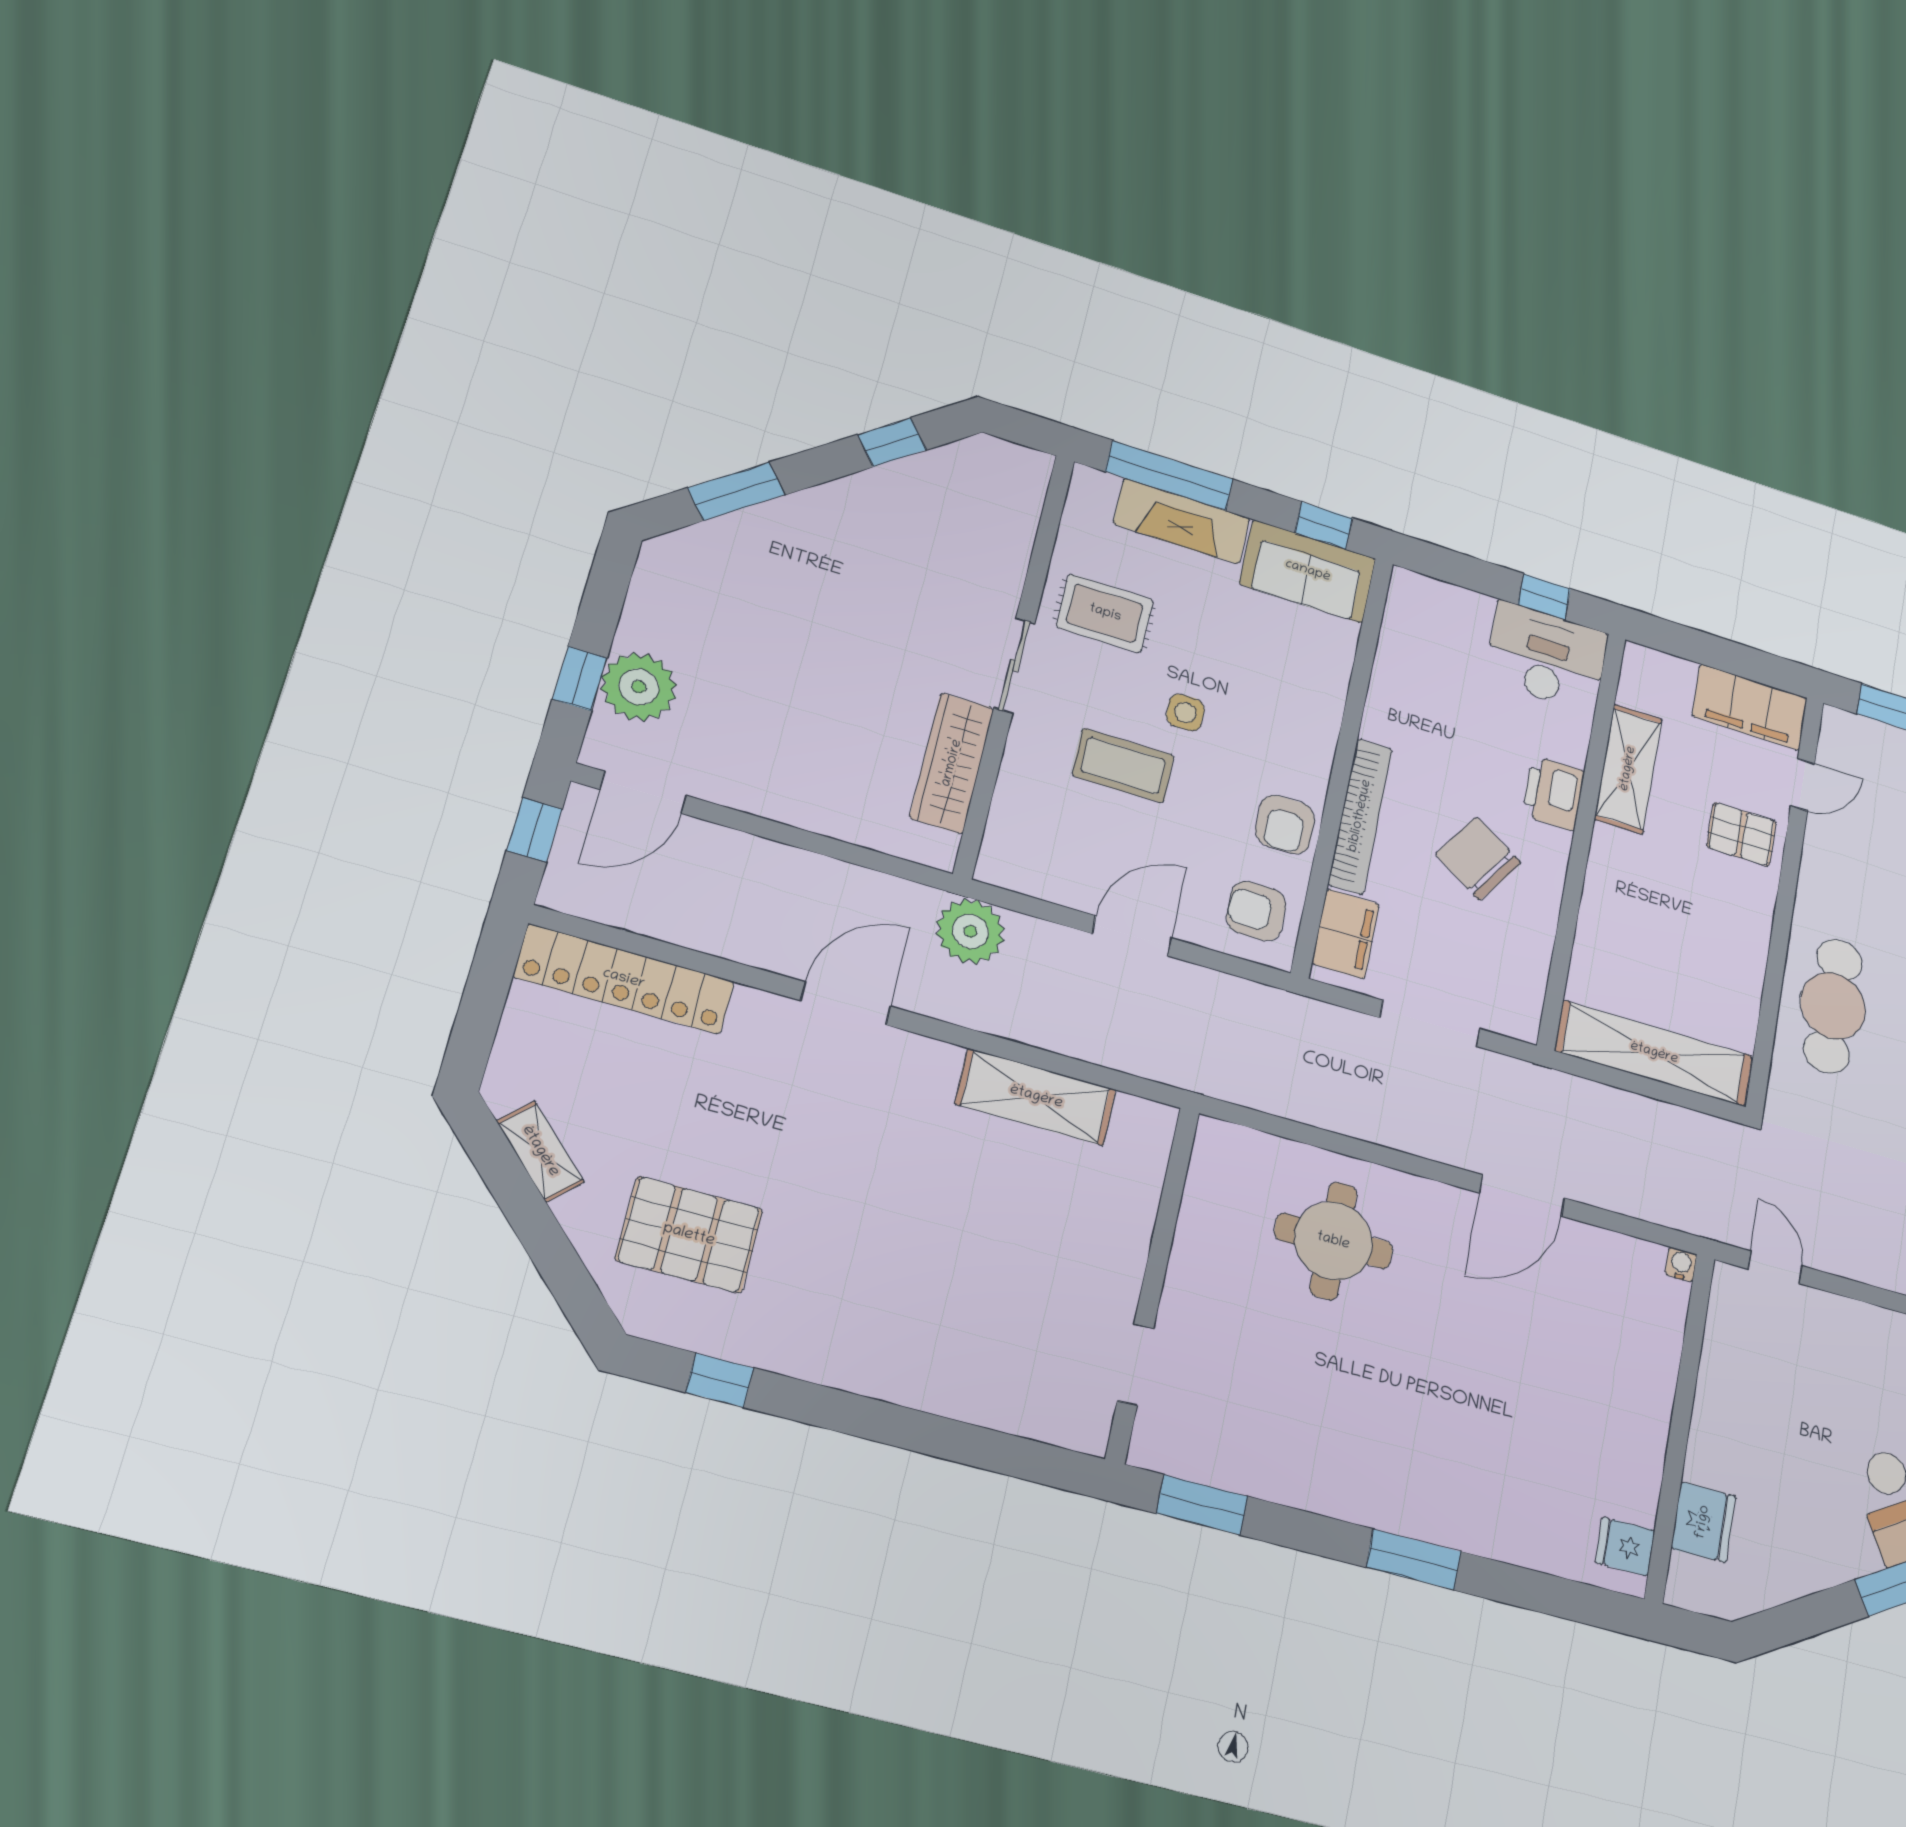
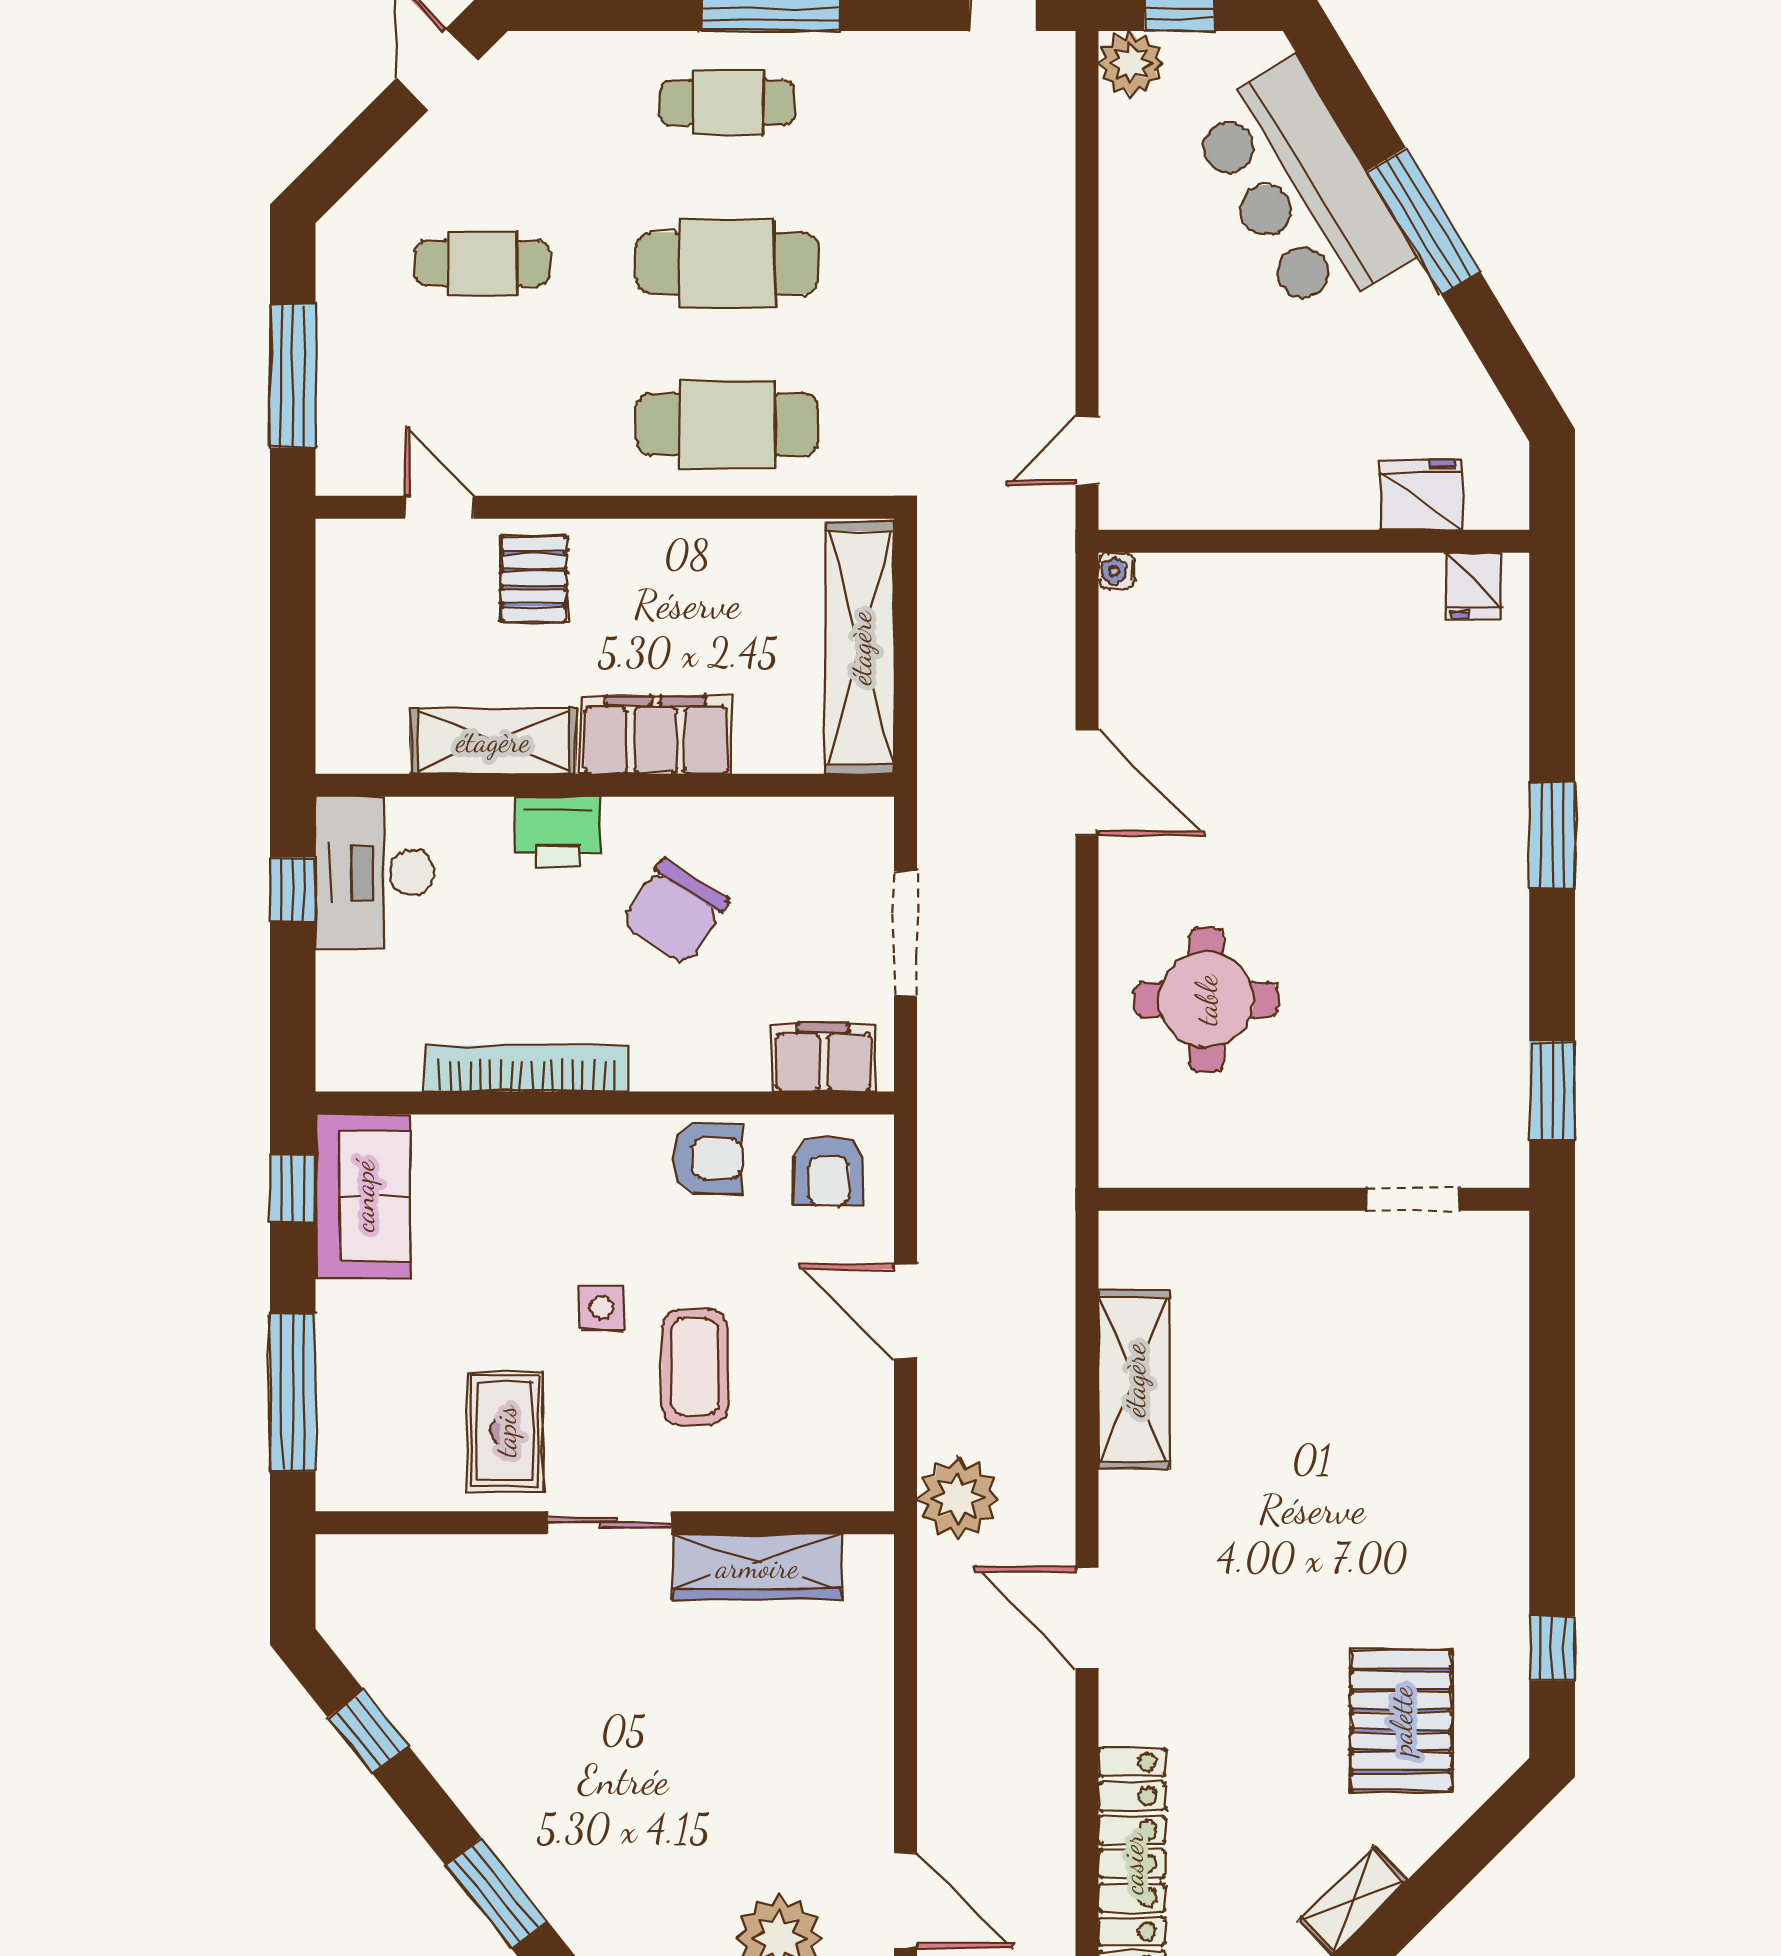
fireplace: (1182, 521) -> (349, 1365), removed
filing cabinet: (1750, 707) -> (656, 735), moved, turned -90
bookcase: (1360, 816) -> (527, 1069), moved

